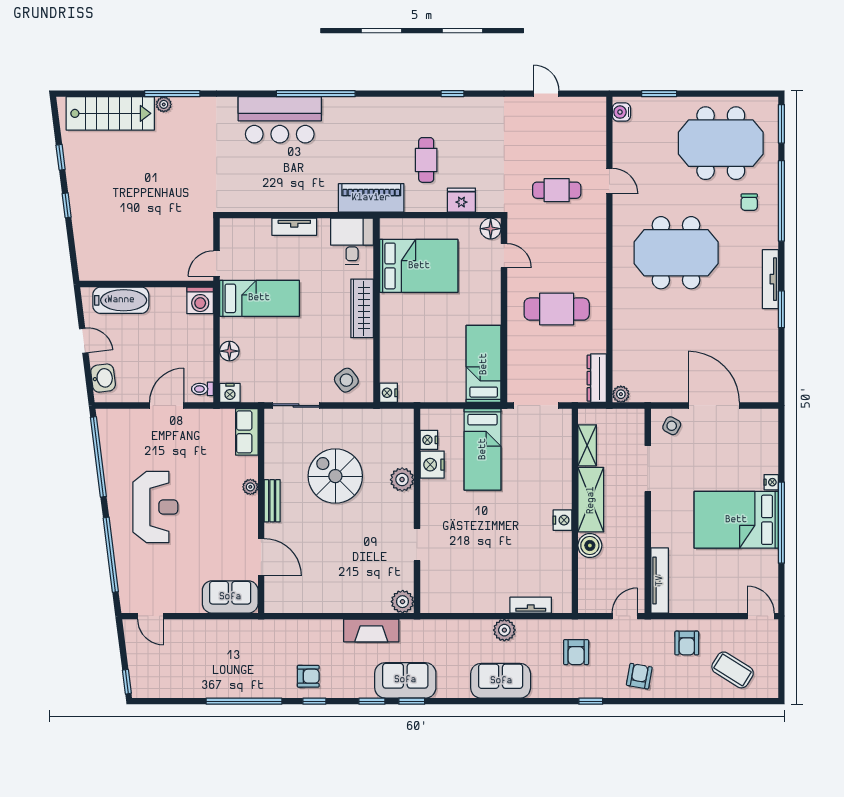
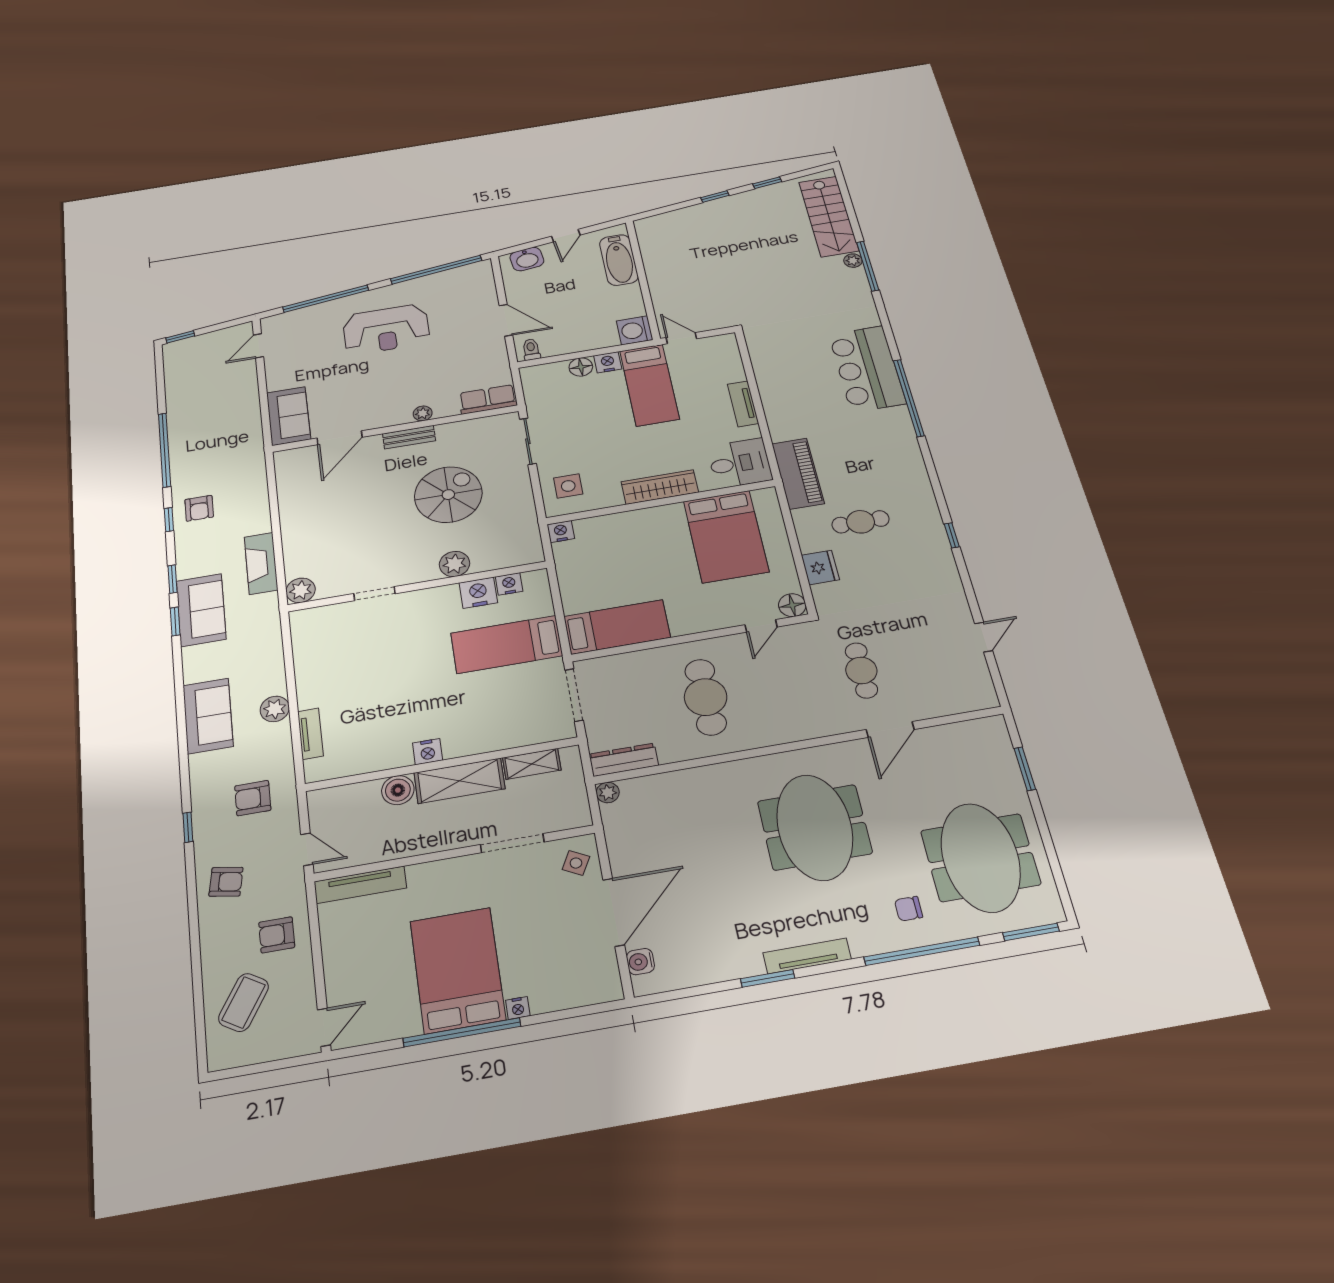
water cooler: (621, 112) -> (640, 962), moved, turned -90
door: (609, 181) -> (890, 729), width x1.38
side table: (346, 380) -> (568, 486), turned 37
nightstand: (230, 393) -> (608, 362), moved, turned 90

